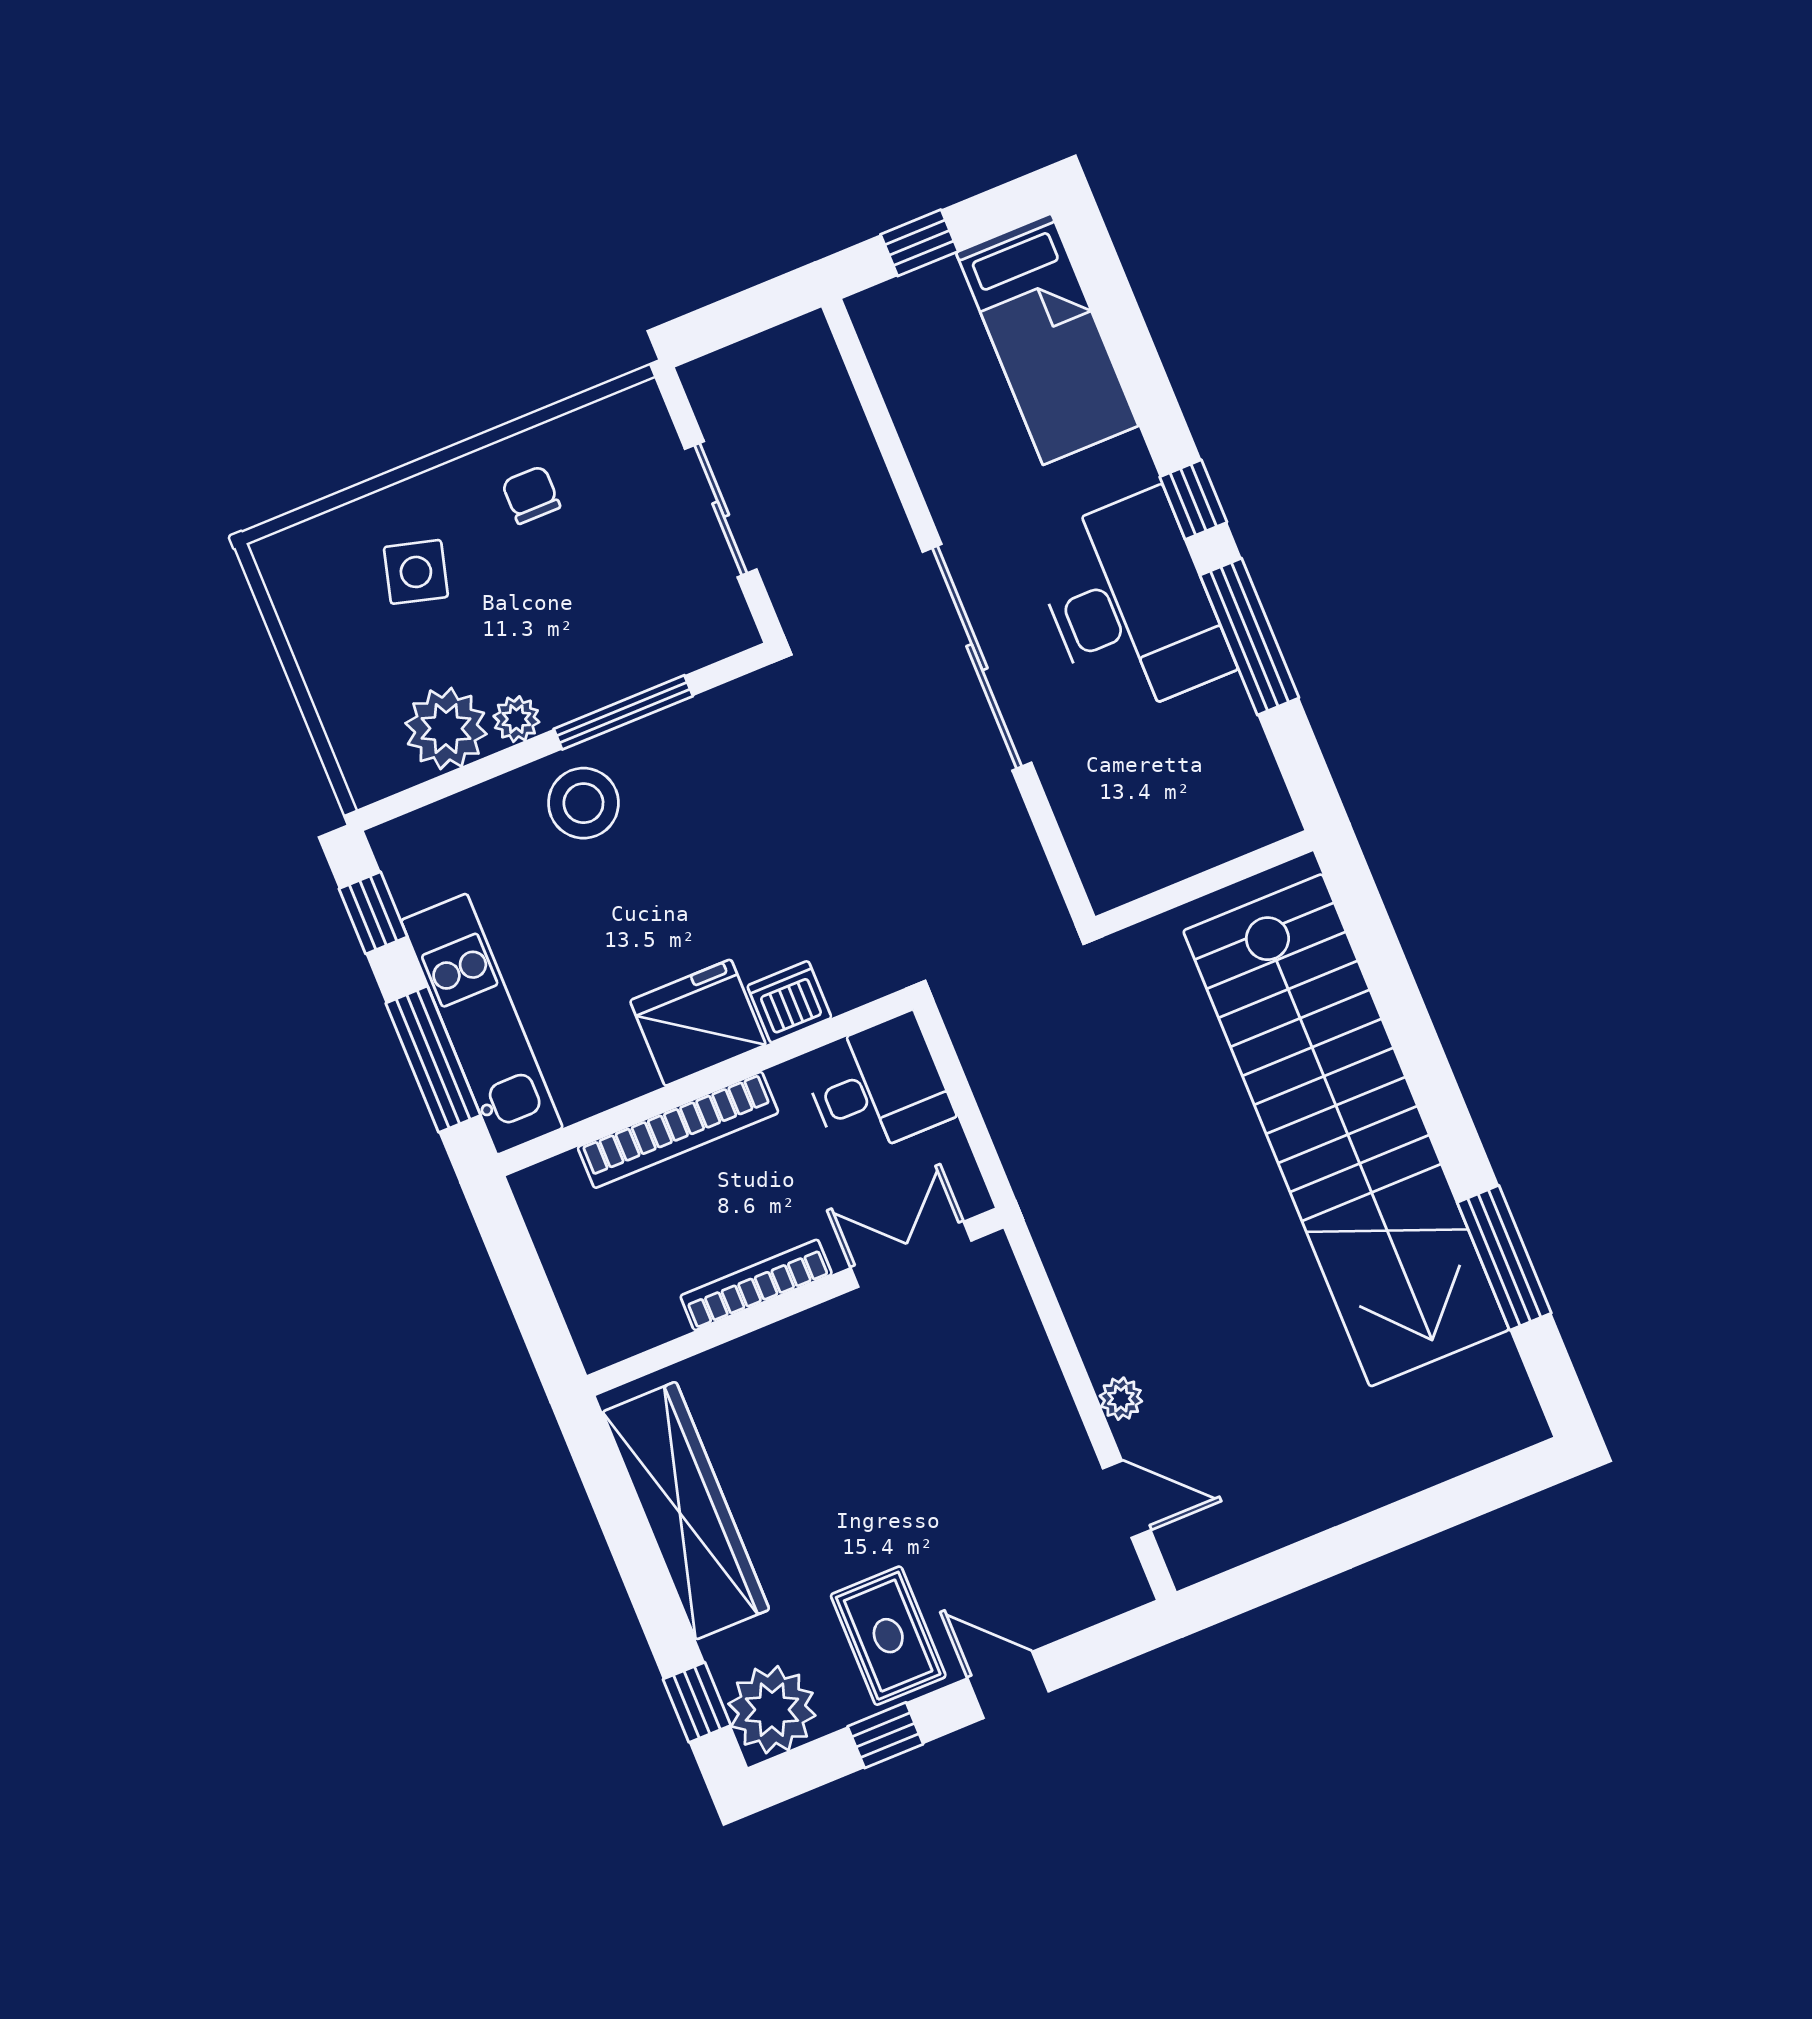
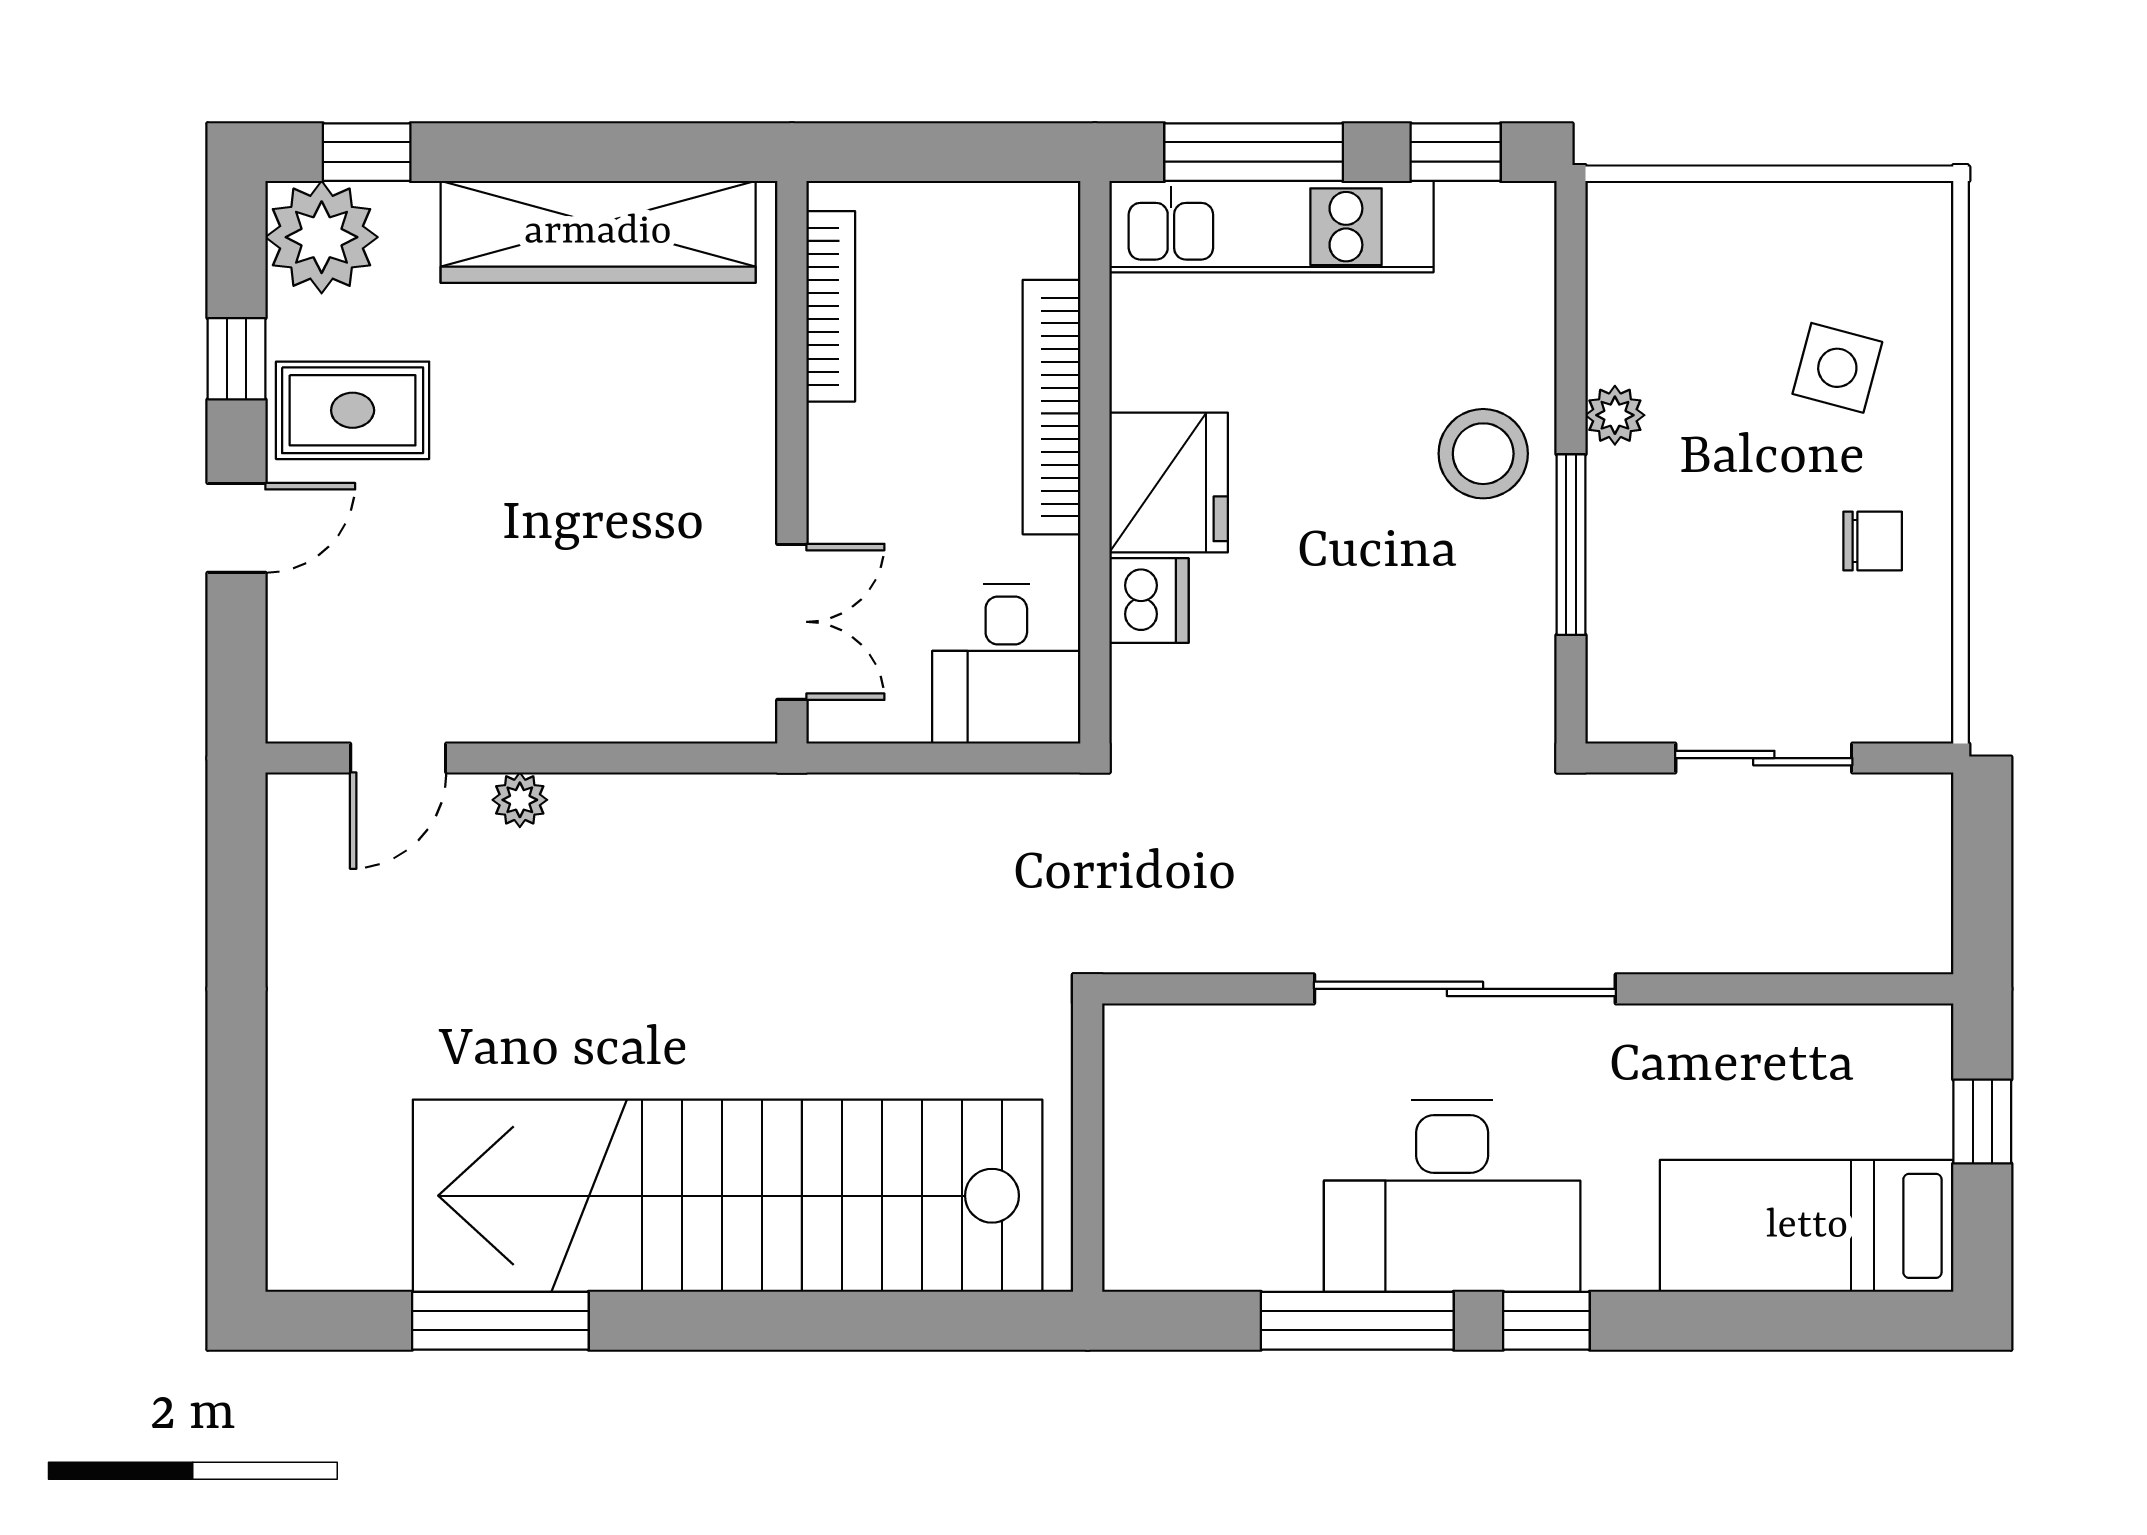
plant: (446, 729) -> (1638, 327), removed
bookcase: (756, 1285) -> (831, 306), moved

